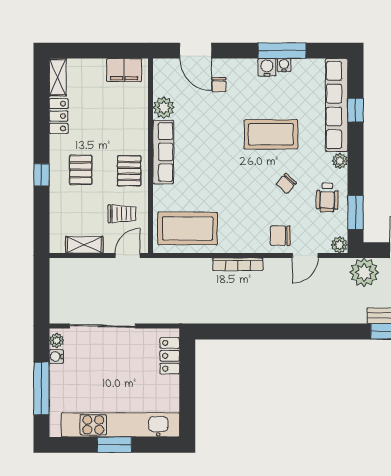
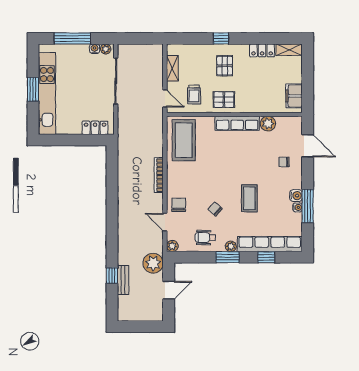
door: (196, 51) -> (308, 146), swing flipped
coffee table: (271, 134) -> (249, 198), width x0.73, depth x0.76
pallet: (81, 170) -> (225, 66), turned 90
window: (355, 212) -> (228, 257), moved

